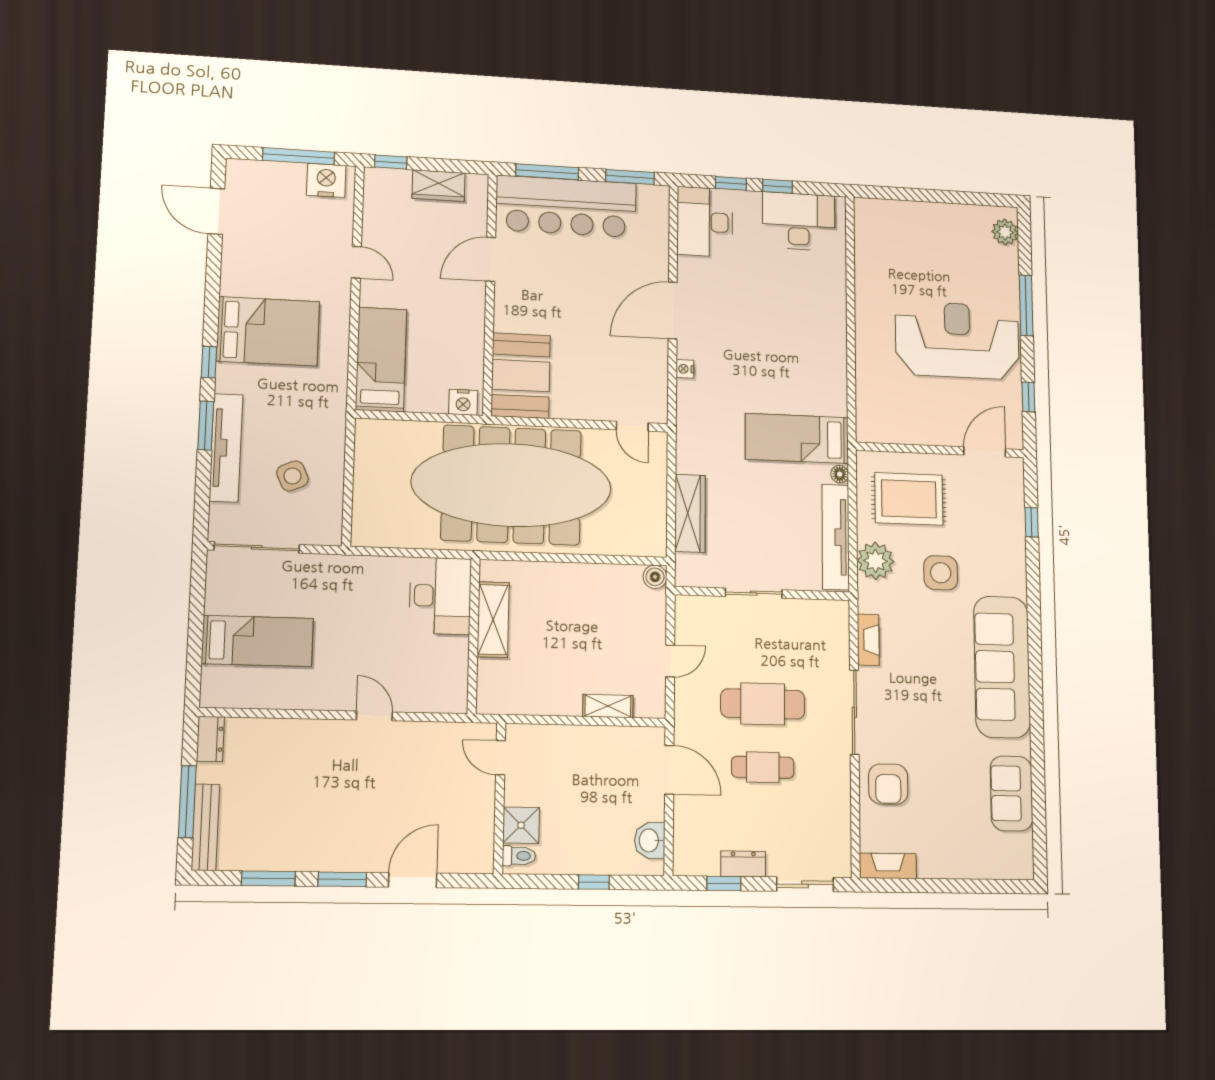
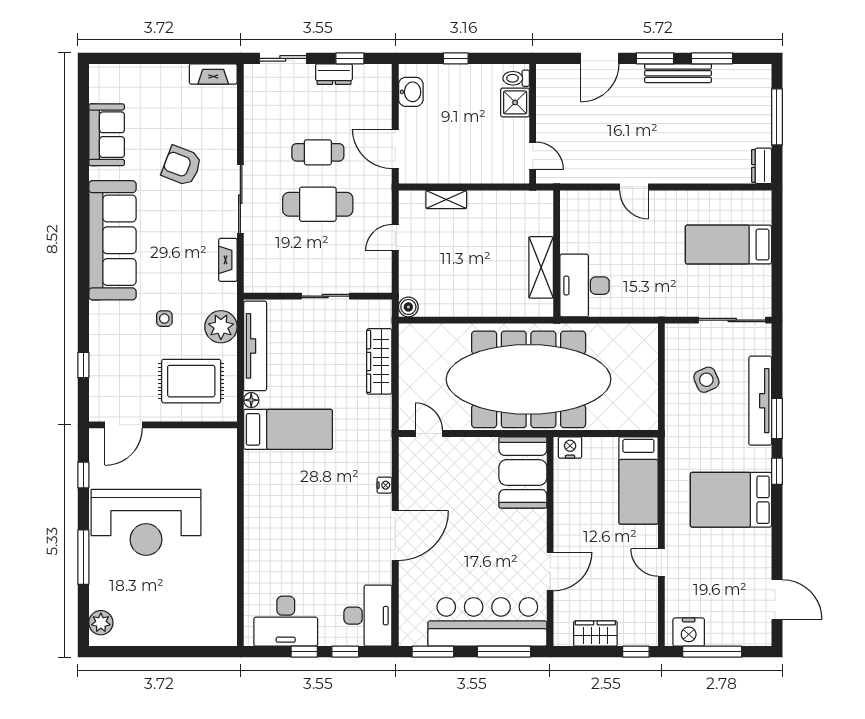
side table: (941, 573) -> (164, 319), width x0.54, depth x0.54
armchair: (888, 784) -> (182, 166), moved, turned -69
bench: (205, 827) -> (678, 73), moved, turned 90

